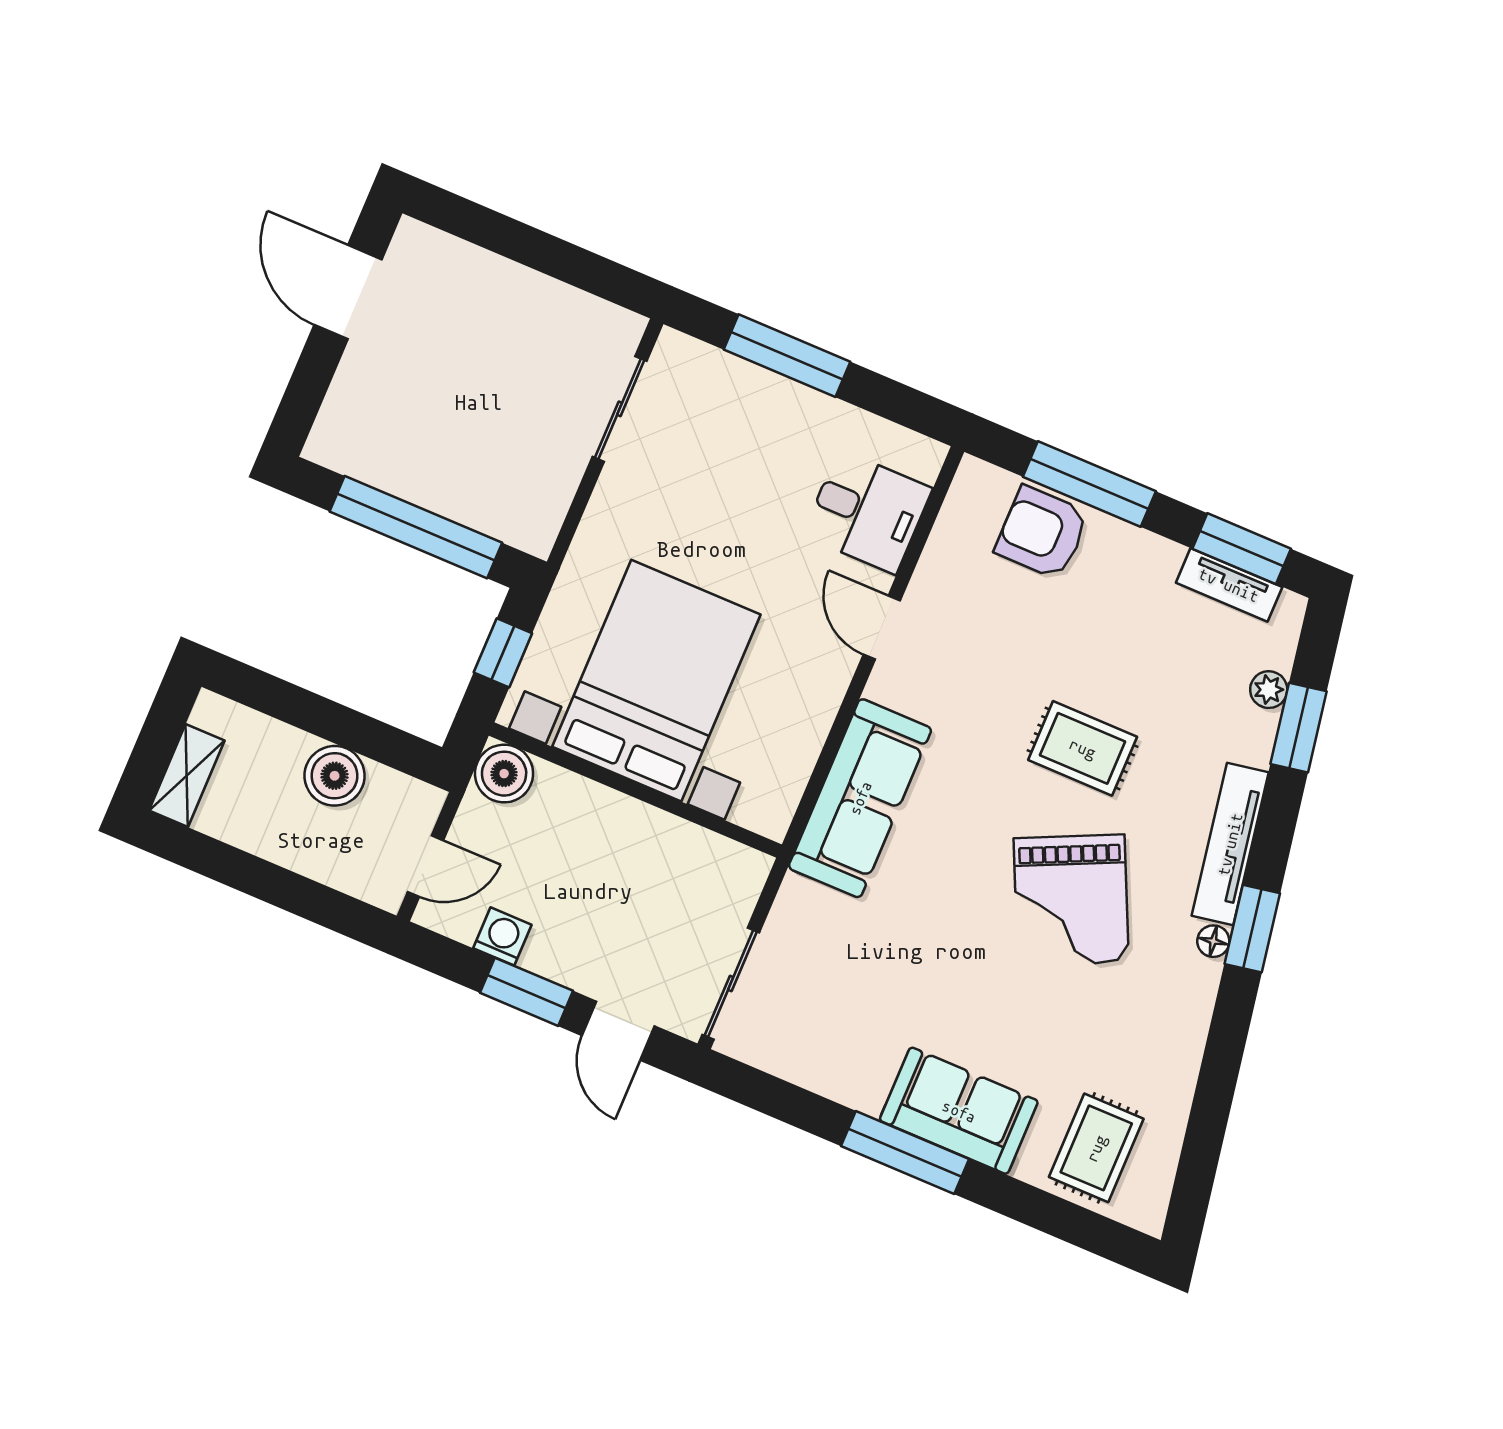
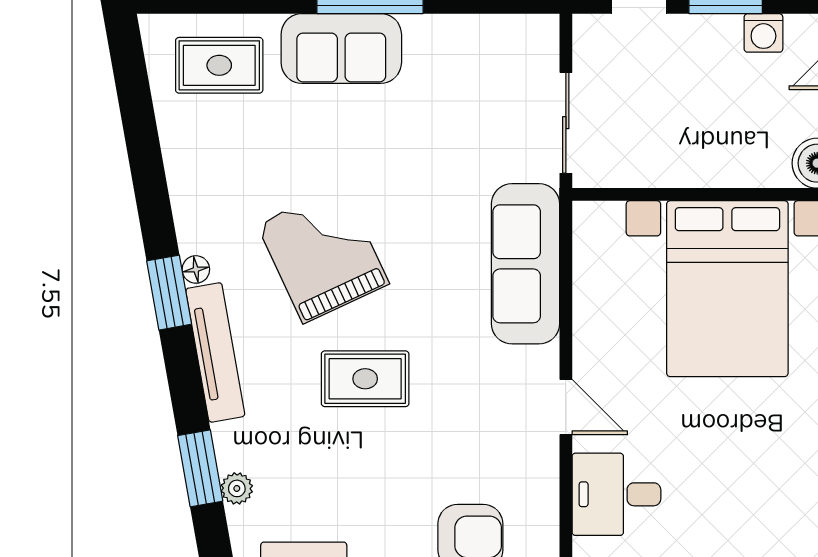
sliding door: (731, 983) -> (566, 123), moved
rug: (1096, 1148) -> (219, 65), turned 90

